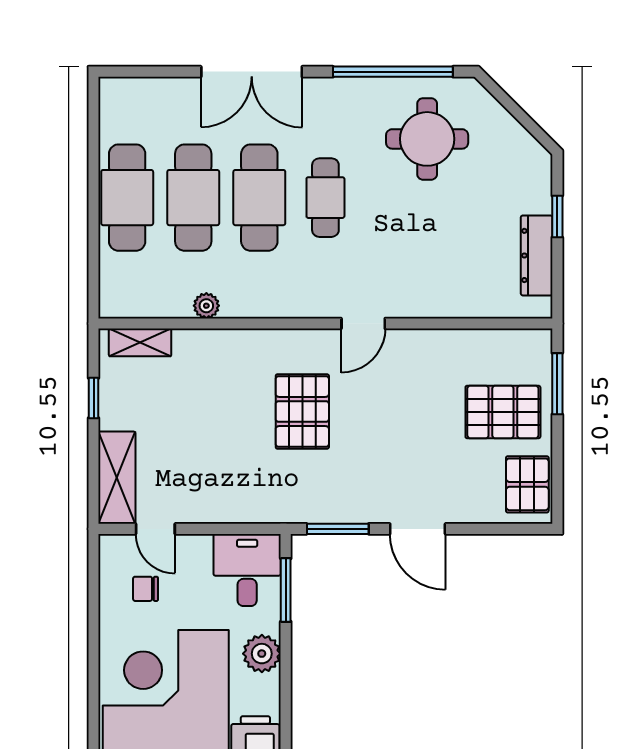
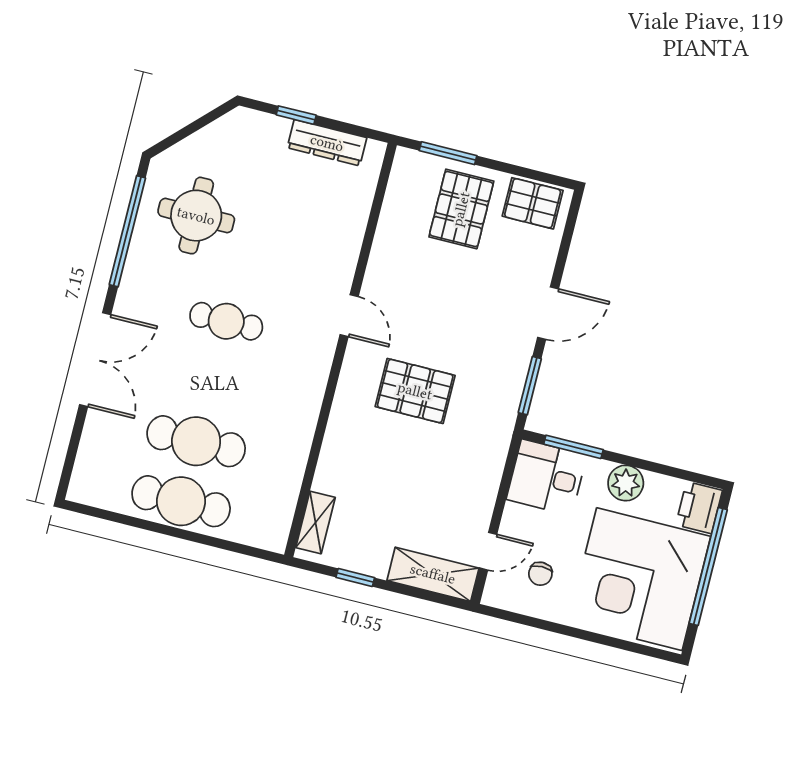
cafe table: (259, 198) -> (211, 381), removed
plant: (206, 306) -> (297, 454), removed

